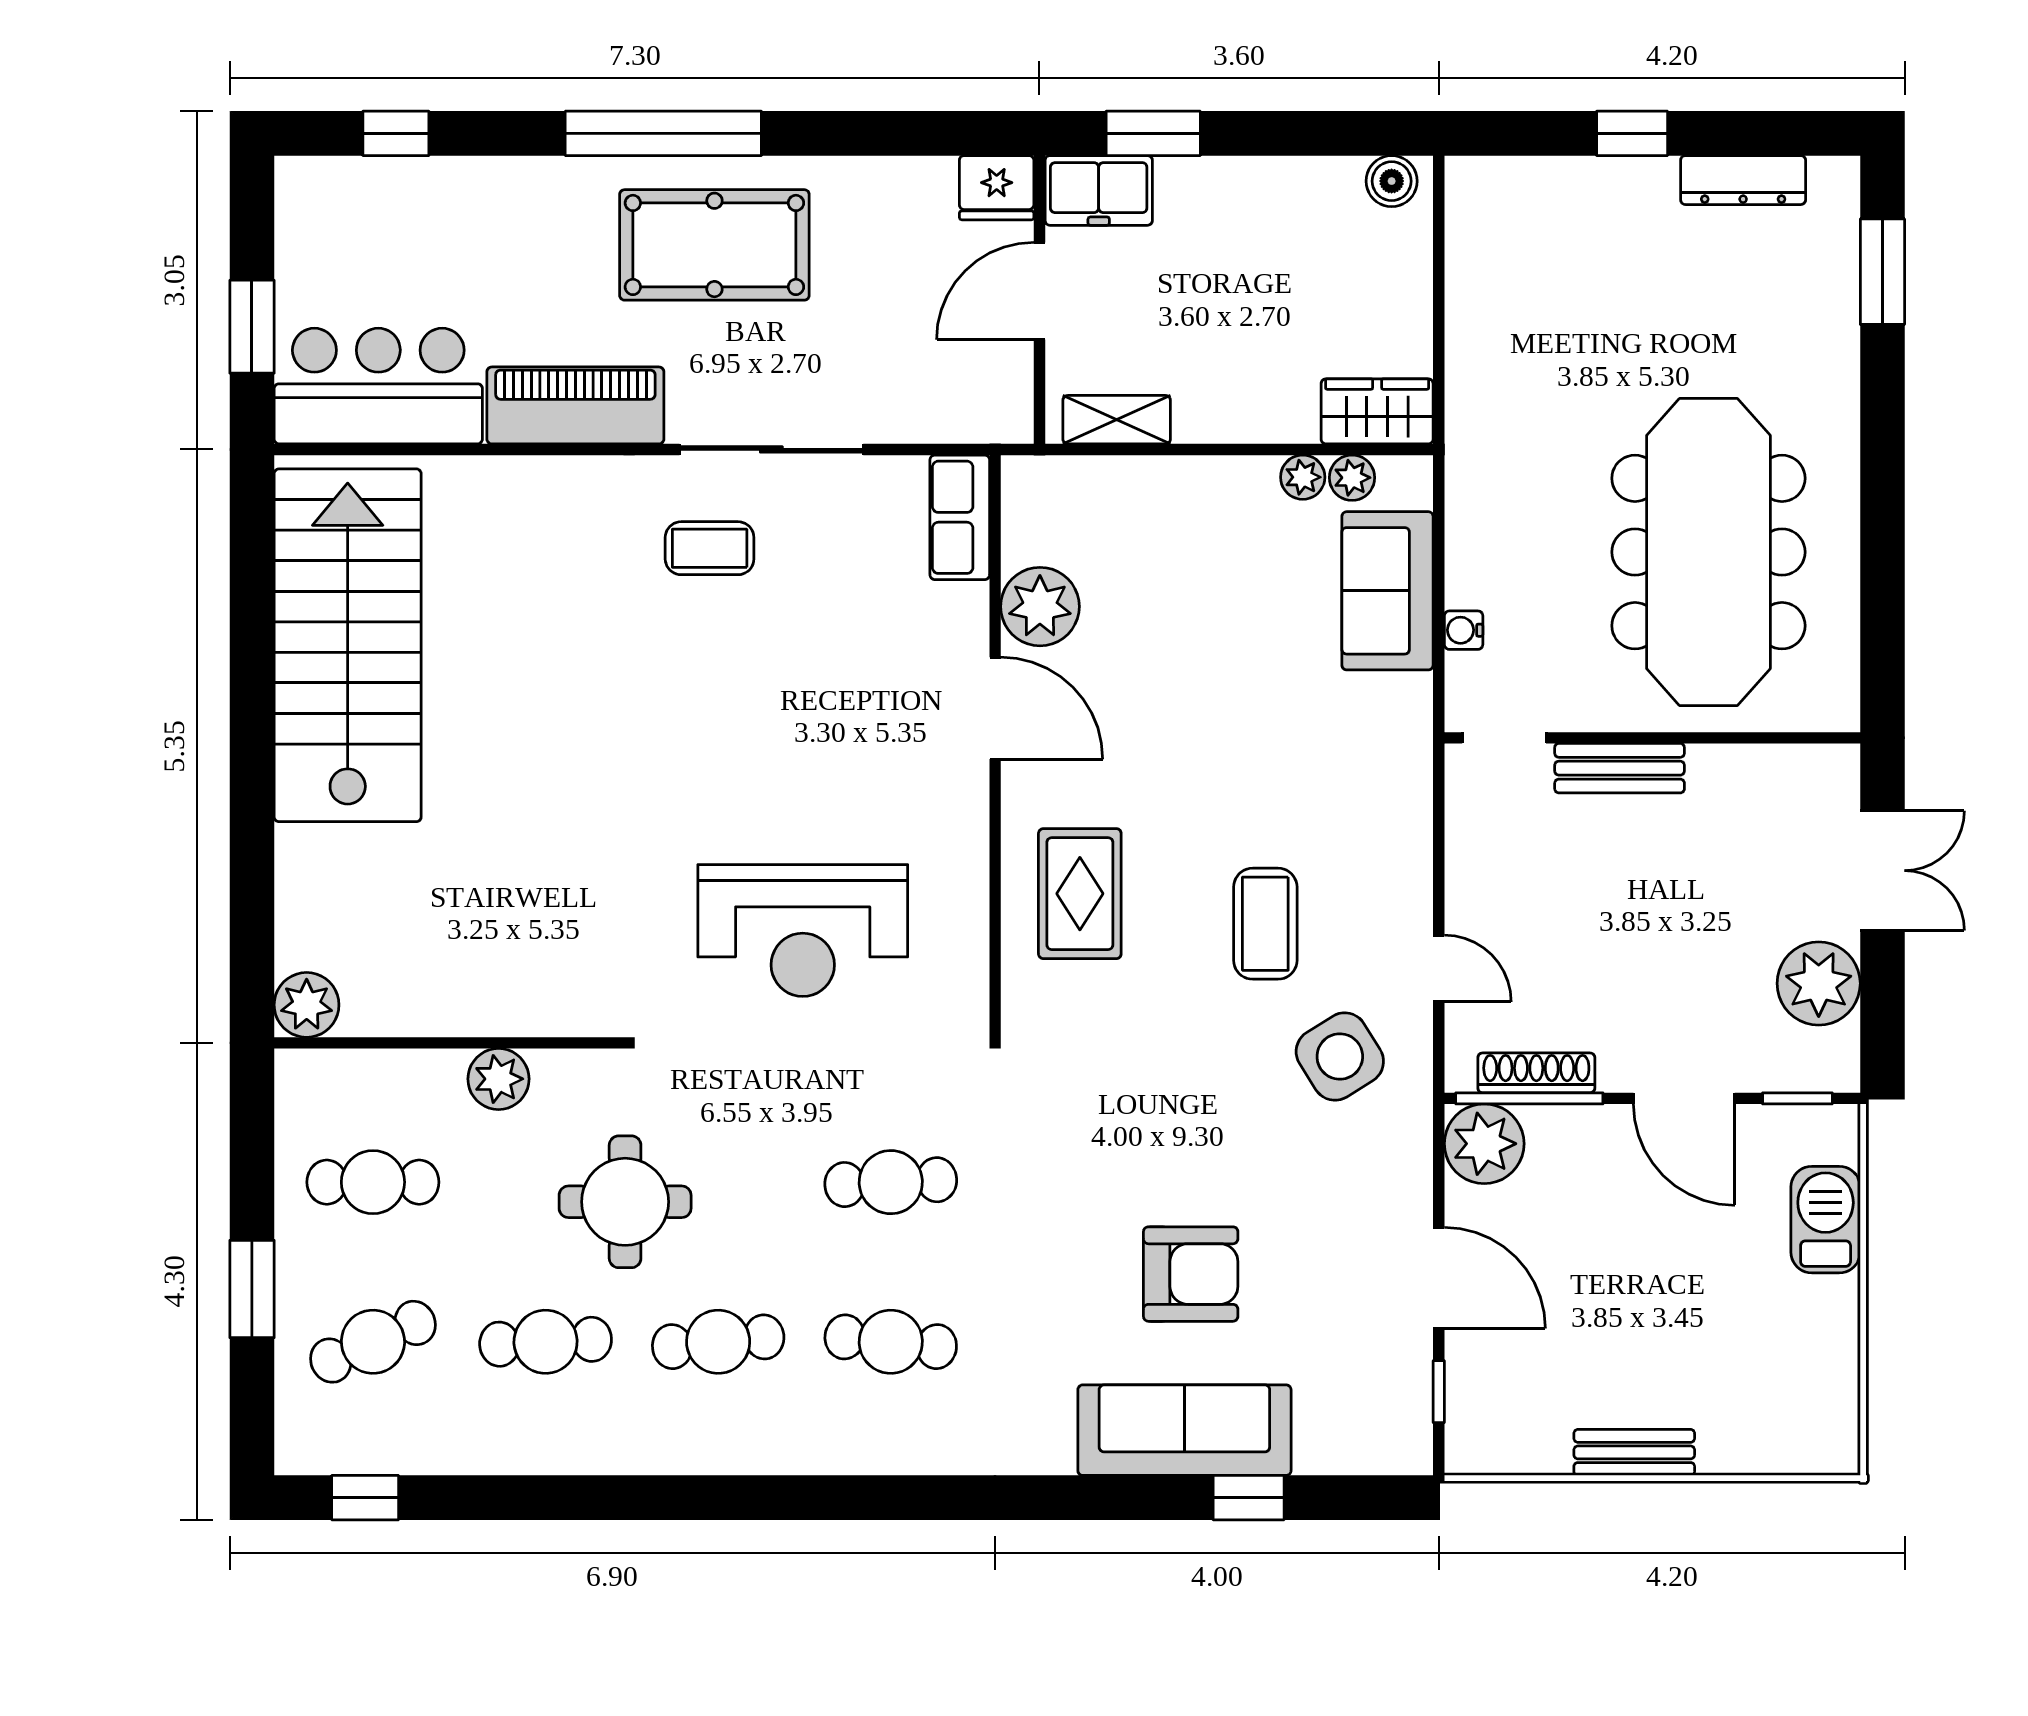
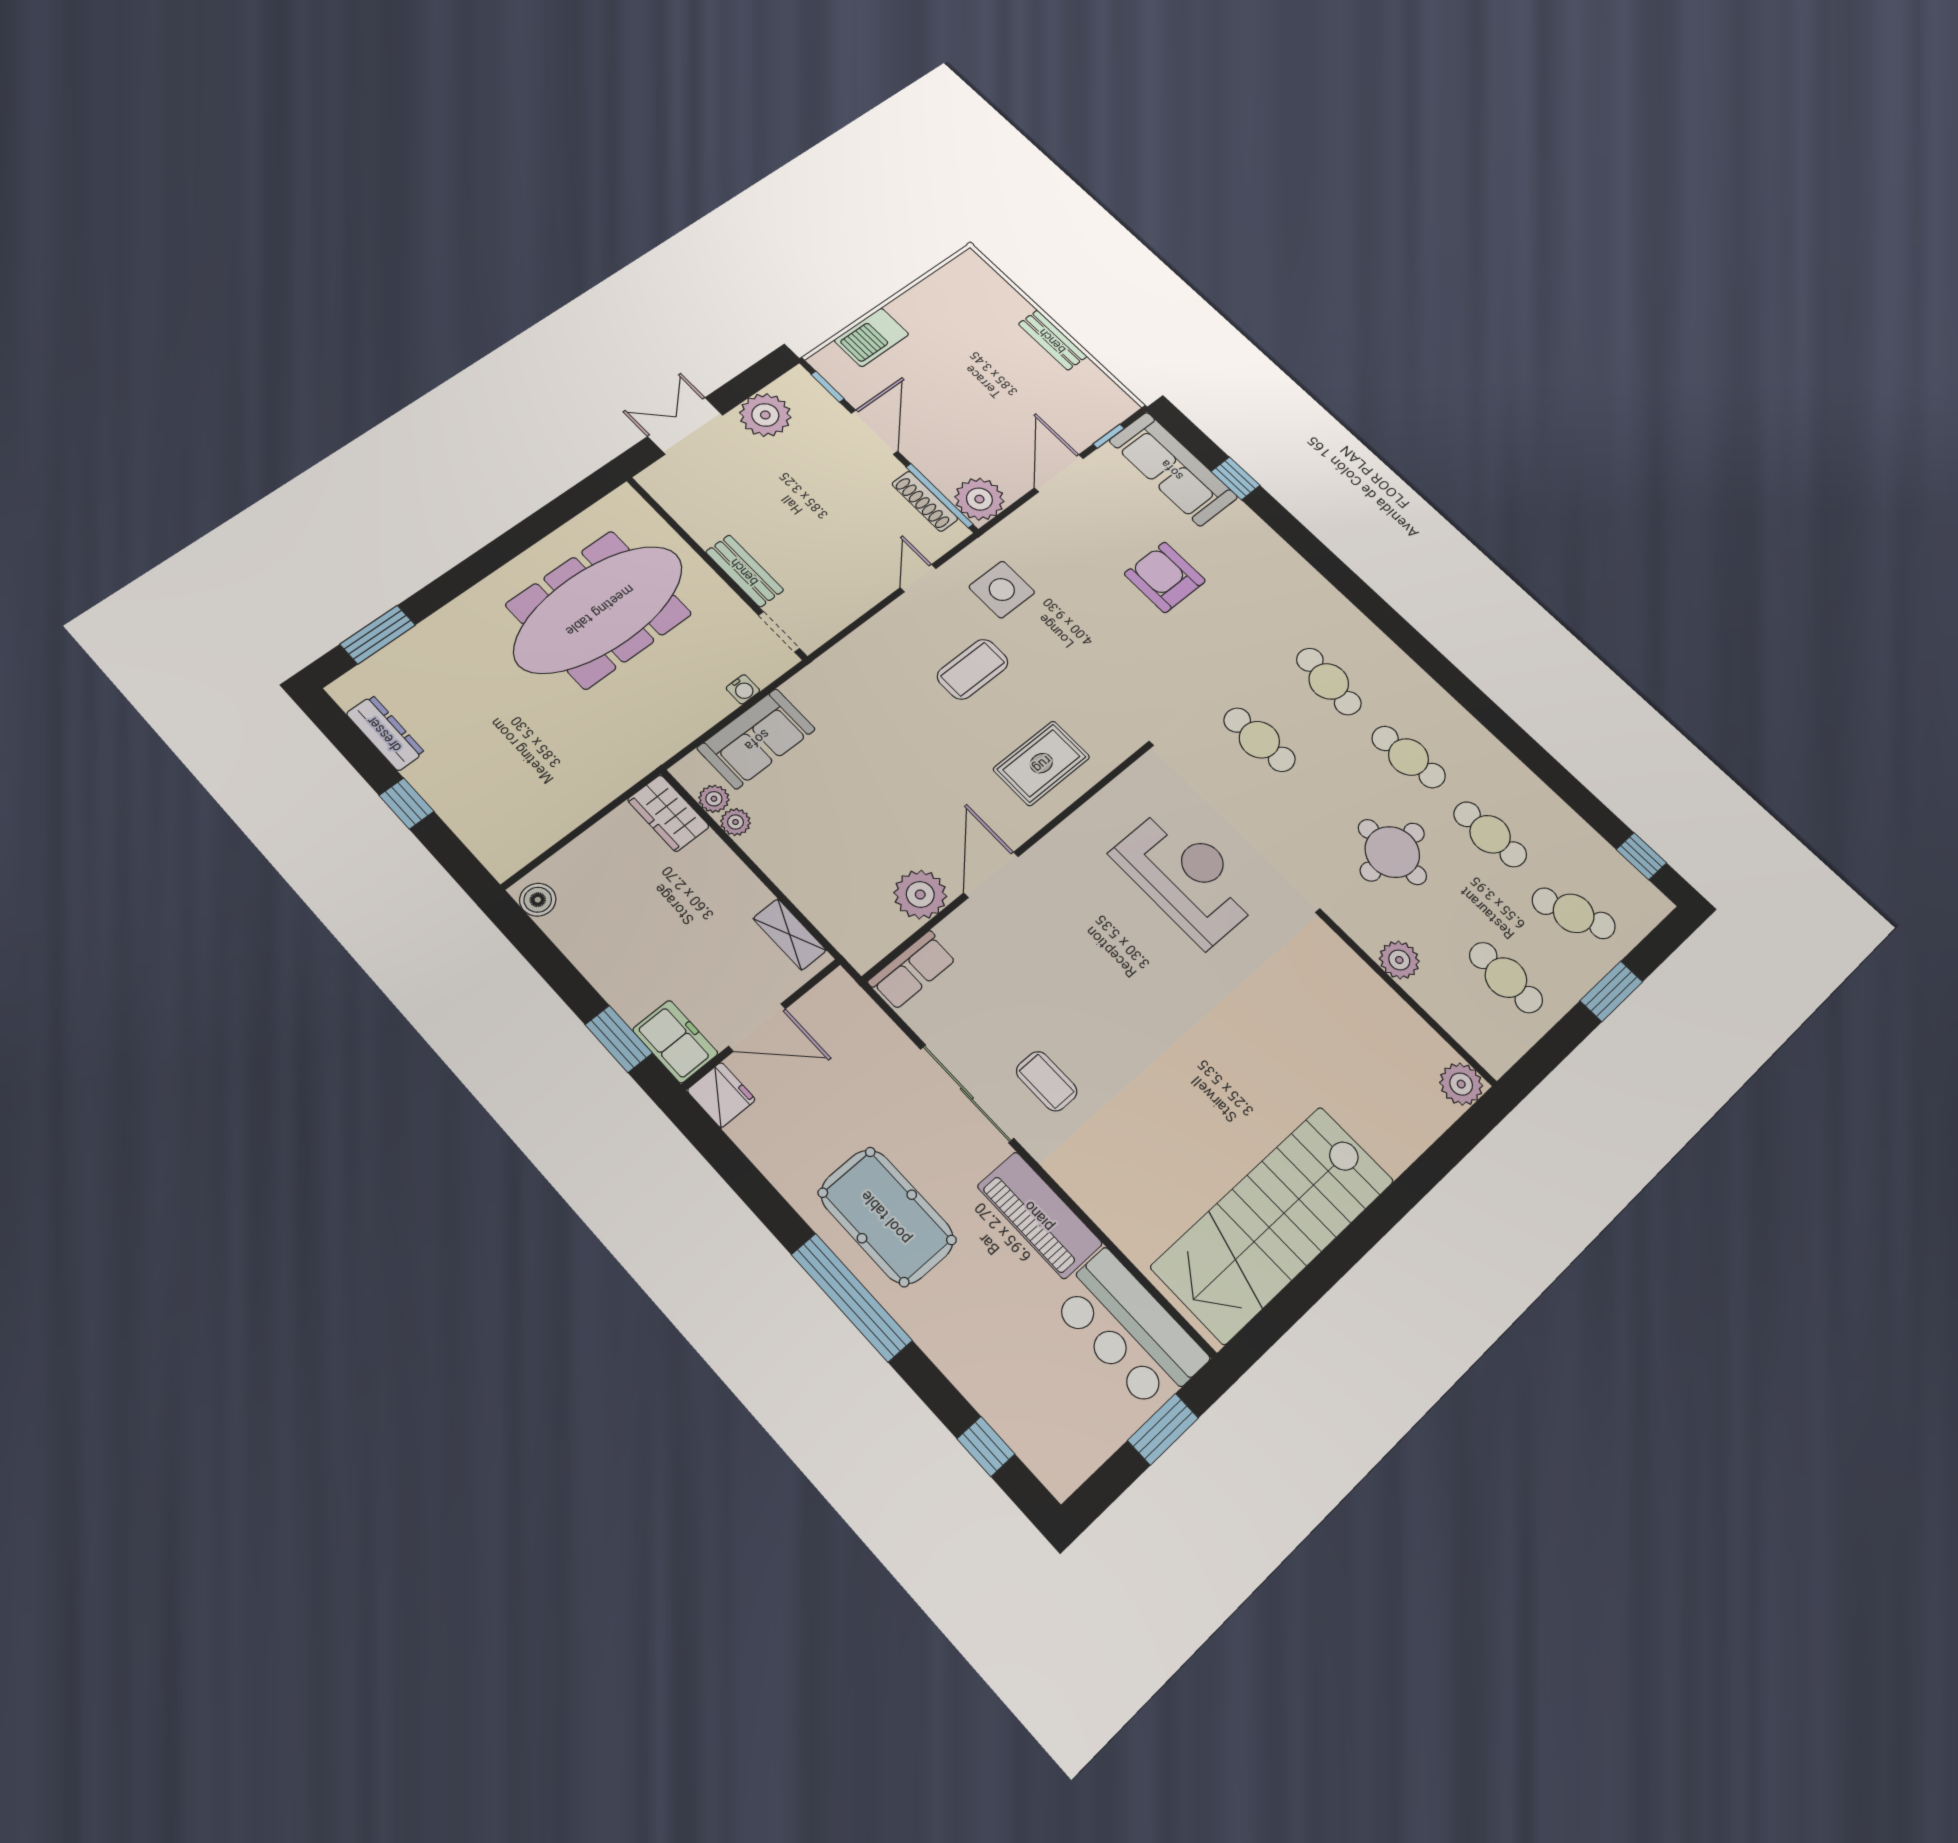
side table: (1340, 1057) -> (1002, 590), turned 32
sofa: (1184, 1430) -> (1173, 469), moved

